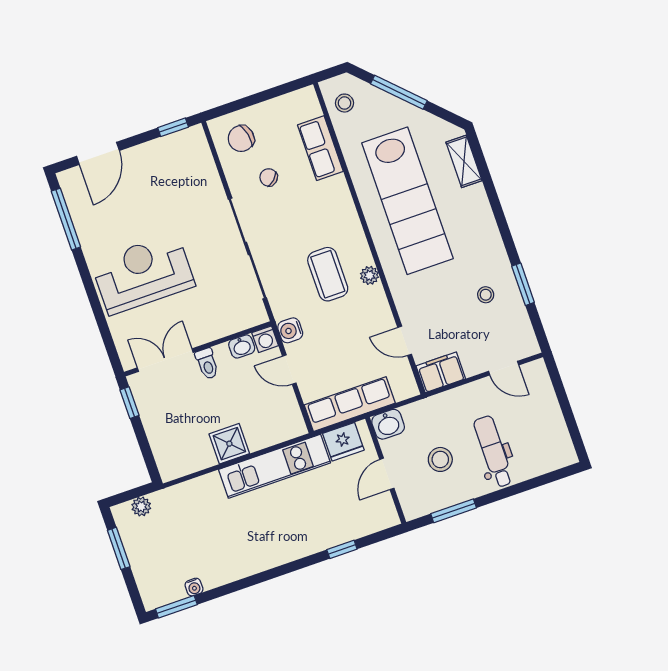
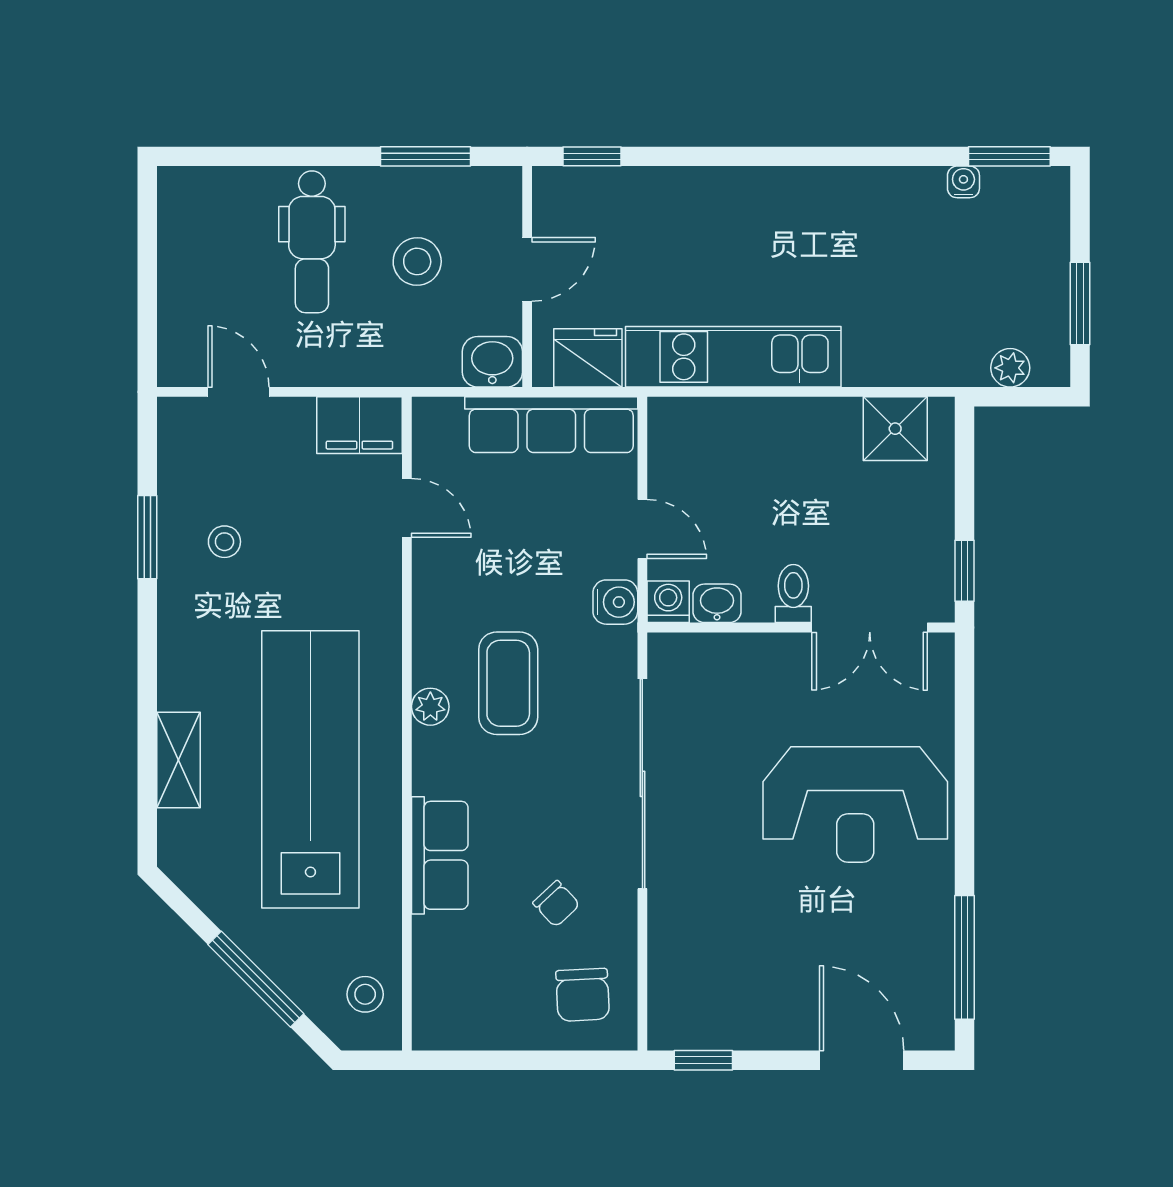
chair: (241, 139) -> (583, 995), turned 99
row of seats: (320, 148) -> (440, 855), moved
door: (98, 153) -> (862, 1060), hinge flipped
shelving: (464, 161) -> (178, 760), moved
plant: (370, 275) -> (430, 707), moved
shower: (229, 444) -> (895, 429), moved
window: (342, 549) -> (592, 156), moved

